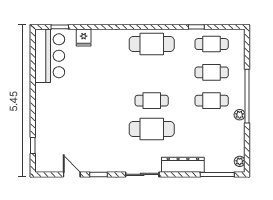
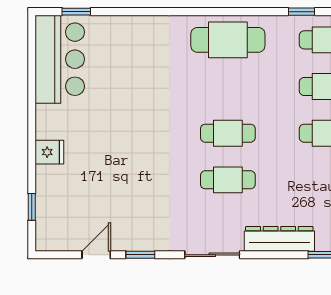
fridge: (84, 38) -> (49, 152), moved, turned -90
cafe table: (152, 129) -> (228, 180), width x0.73, depth x0.74
door: (72, 174) -> (96, 255), hinge flipped

